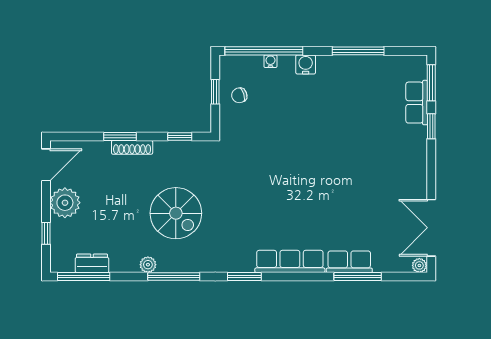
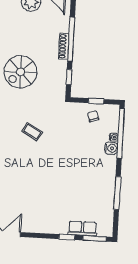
water cooler: (306, 64) -> (111, 148), moved
window: (120, 136) -> (71, 39), width x2.11
coffee table: (269, 190) -> (32, 132), added

